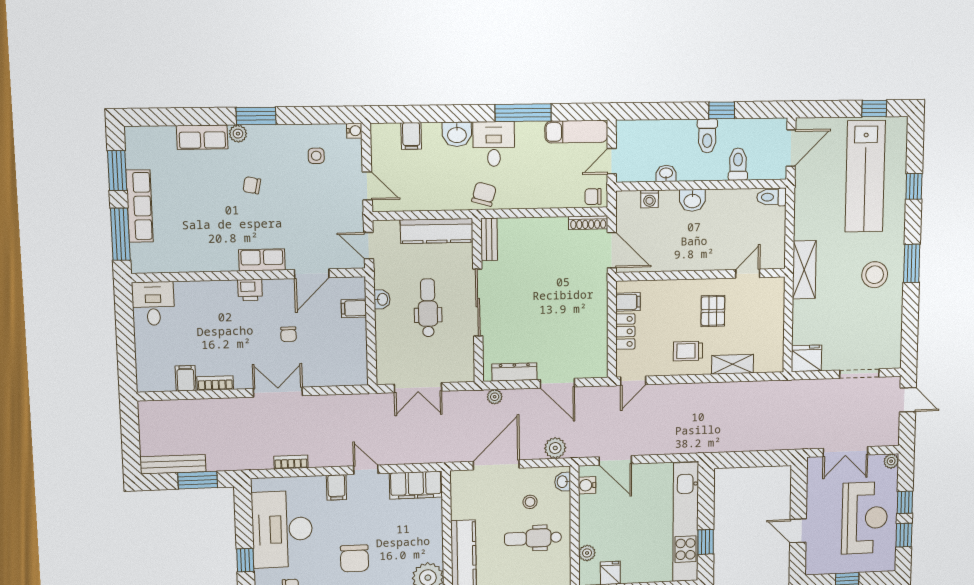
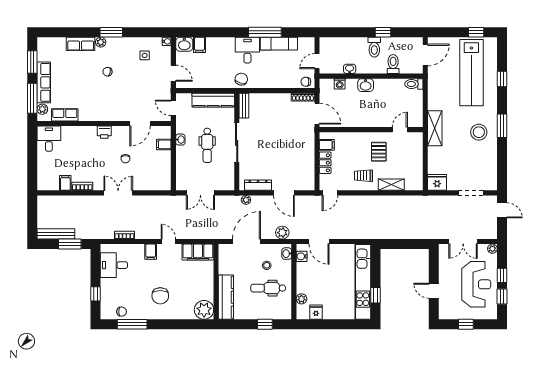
exam couch: (576, 132) -> (279, 44), moved
washbasin: (457, 134) -> (184, 44), moved
plant: (139, 253) -> (42, 109), added
row of seats: (262, 260) -> (65, 115), moved
dental chair: (428, 308) -> (207, 145), turned 180
desk: (282, 529) -> (114, 265), width x0.53, depth x0.77

